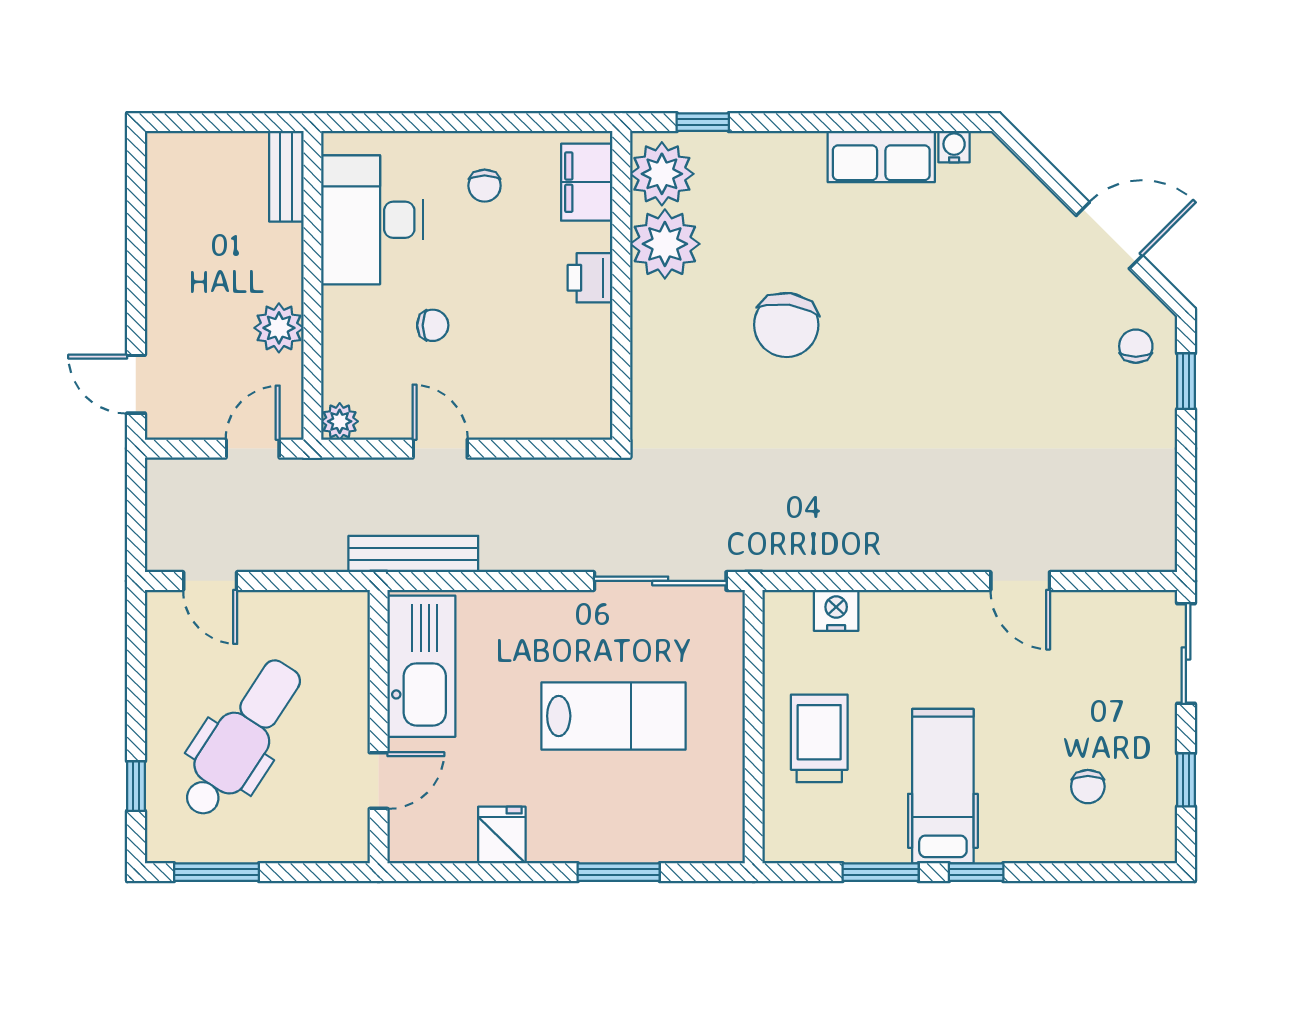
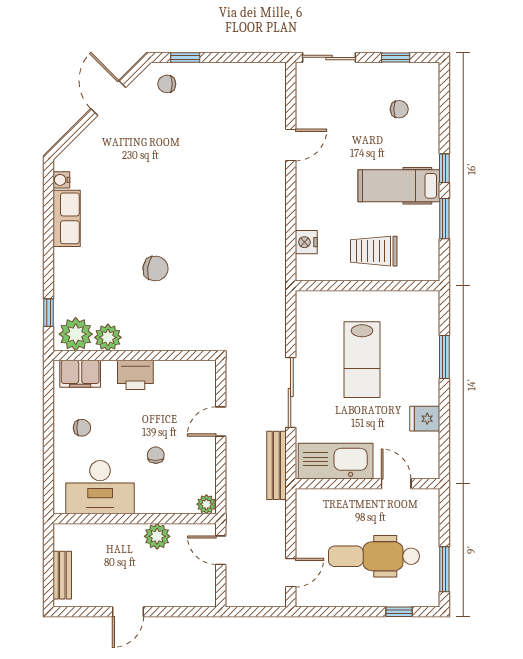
bench: (286, 176) -> (62, 575), moved, turned 90
plant: (665, 244) -> (108, 337), width x0.73, depth x0.73
printer: (590, 278) -> (135, 375), width x1.36, depth x1.24
chair: (786, 325) -> (156, 269), width x0.73, depth x0.73
door: (136, 384) -> (128, 612), moved
door: (440, 449) -> (221, 421), moved
sliding door: (660, 581) -> (291, 392), moved
lab bench: (614, 716) -> (362, 360), turned 180
dental chair: (241, 739) -> (374, 556), turned -33

